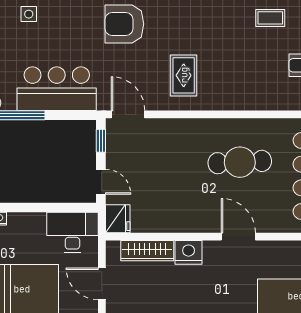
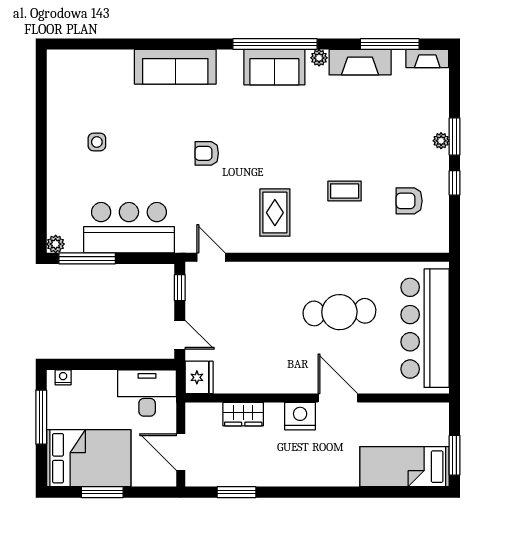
coffee table: (270, 18) -> (345, 191), moved
armchair: (124, 24) -> (207, 153), width x0.53, depth x0.53
door: (128, 114) -> (211, 257), width x0.73
wardrobe: (147, 251) -> (243, 414), width x0.67
nightstand: (189, 252) -> (300, 416), moved

